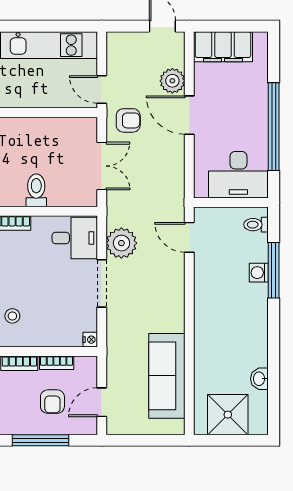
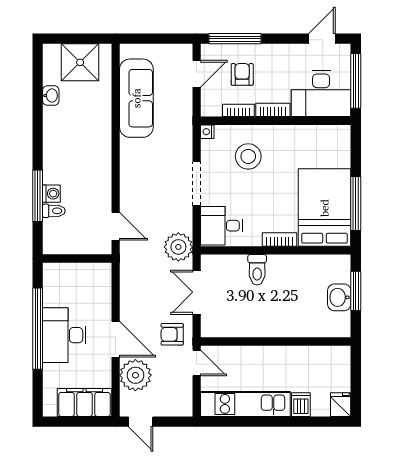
plant: (172, 81) -> (135, 375), width x1.36, depth x1.36
desk: (238, 175) -> (64, 335), moved, turned -90
toilet: (256, 225) -> (54, 211), moved
plant: (121, 243) -> (178, 247), moved
stool: (12, 316) -> (248, 156), moved, width x1.89, depth x1.89
window: (41, 440) -> (235, 39), moved

